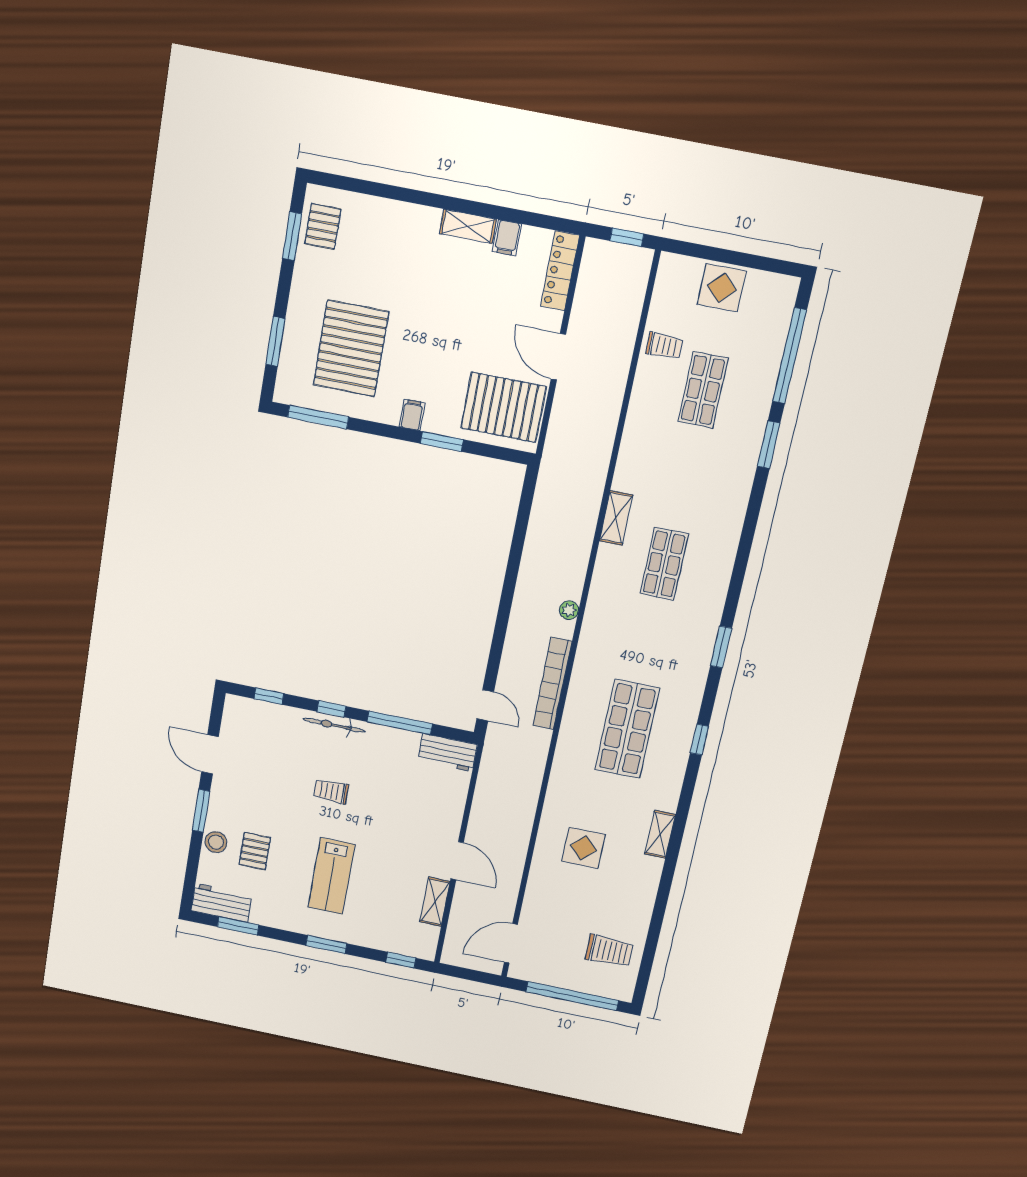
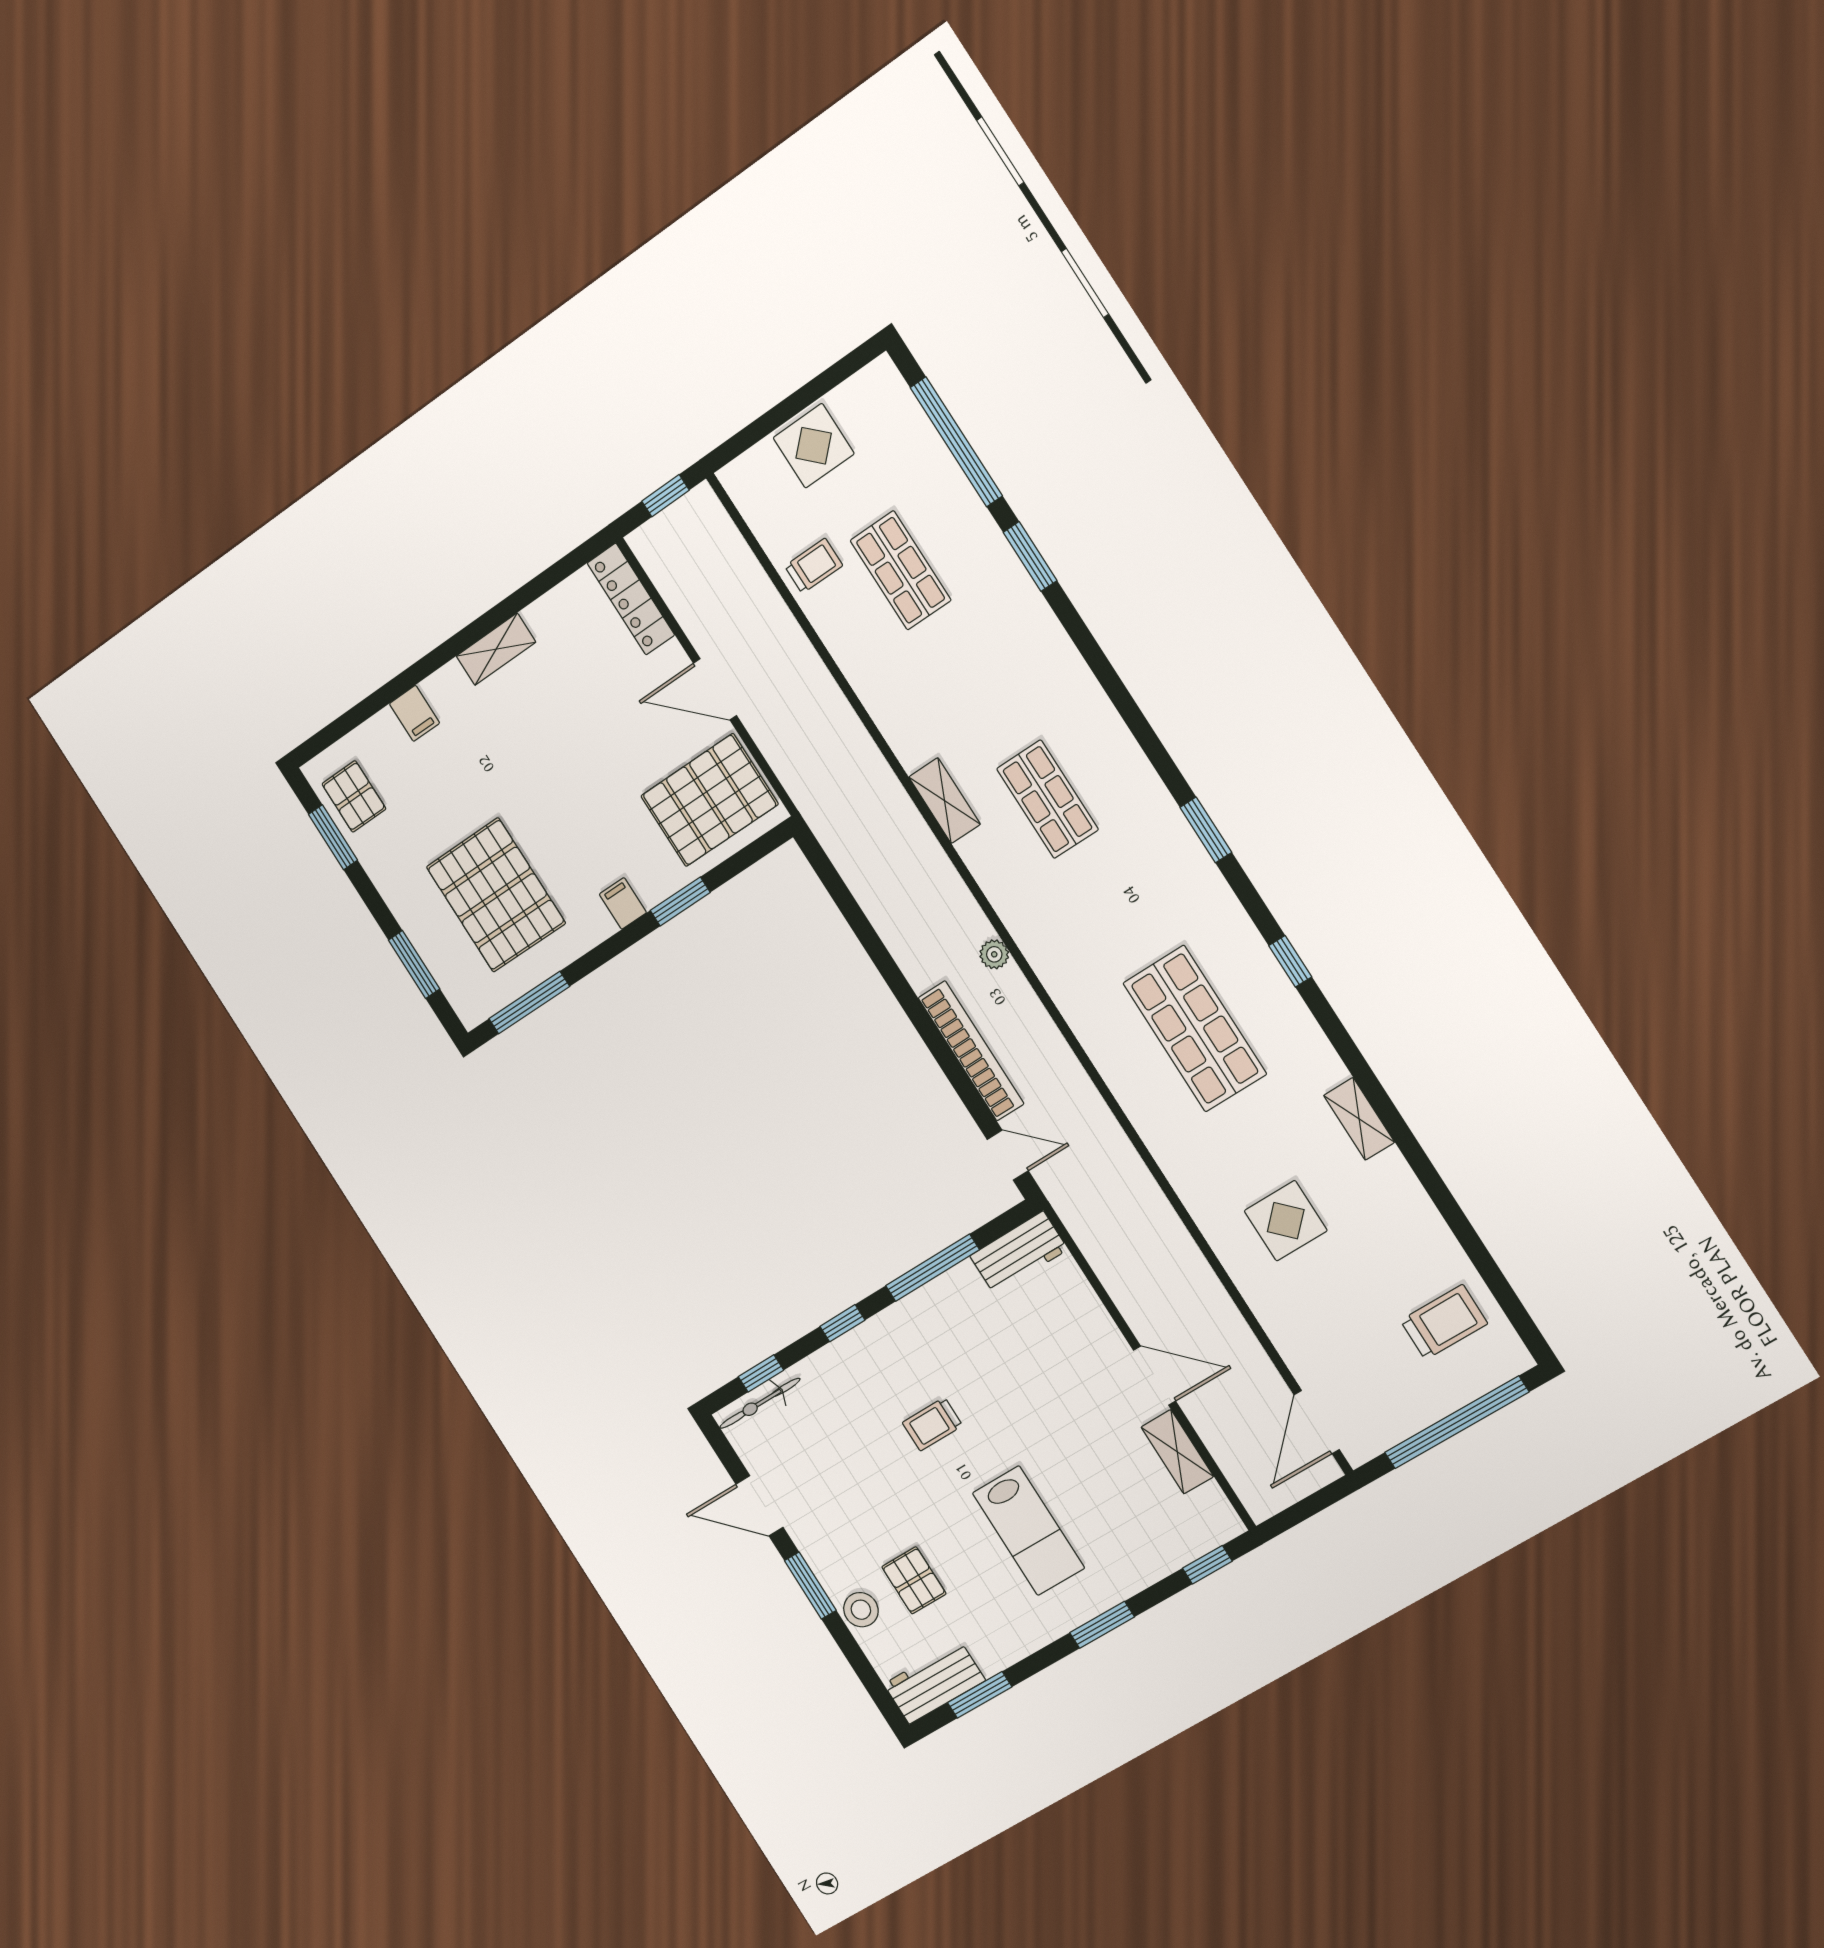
filing cabinet: (507, 238) -> (415, 713), moved
bookcase: (552, 684) -> (971, 1051), moved, turned 180
bicycle: (334, 725) -> (760, 1403), moved

